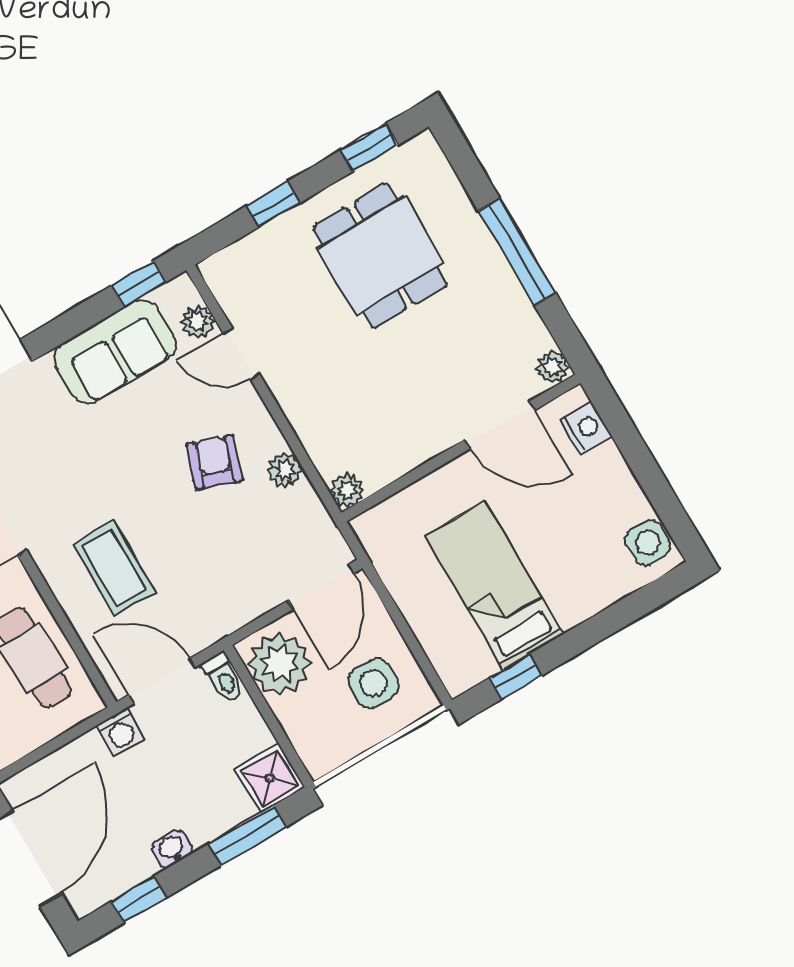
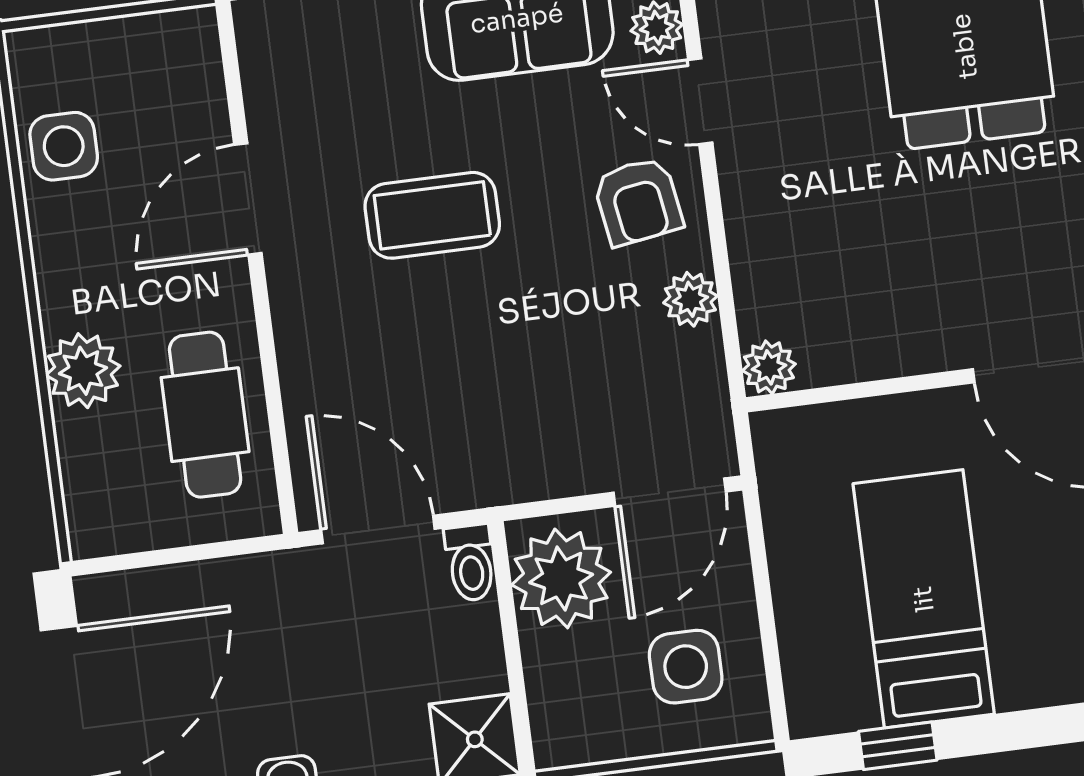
armchair: (214, 462) -> (638, 201), moved, turned 152
coffee table: (114, 568) -> (432, 215), moved, turned 90
washing machine: (120, 732) -> (285, 578), removed

